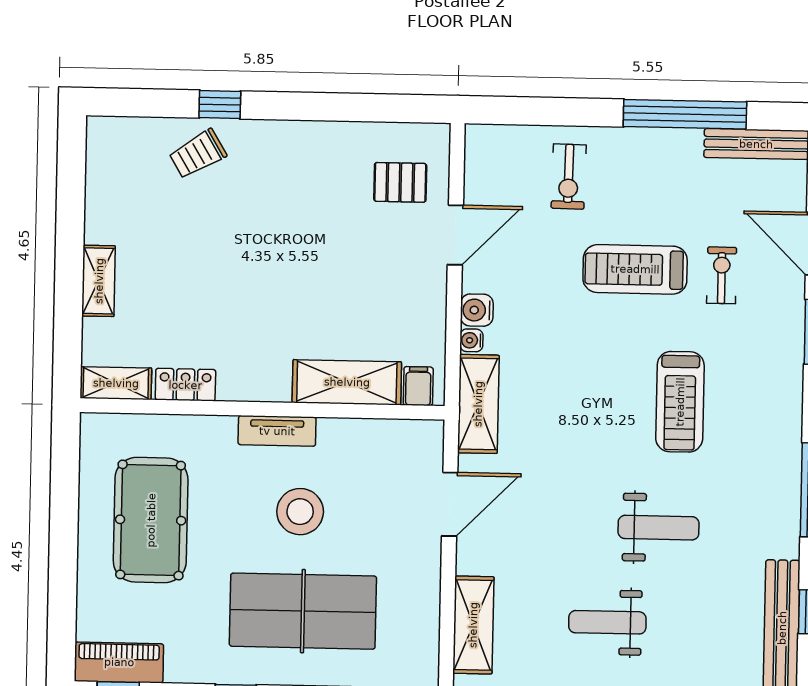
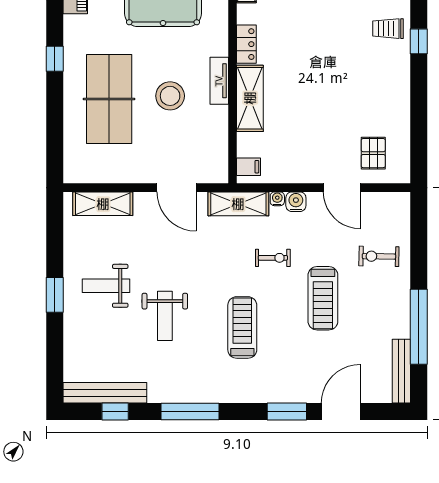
trolley: (198, 154) -> (388, 29), turned -59
treadmill: (635, 269) -> (323, 298), turned 180
exercise bike: (722, 275) -> (273, 258), moved
shelving: (347, 382) -> (250, 98), moved
locker: (185, 385) -> (246, 44), moved
treadmill: (680, 402) -> (242, 327), turned 90
weight bench: (607, 622) -> (106, 286), turned -90

